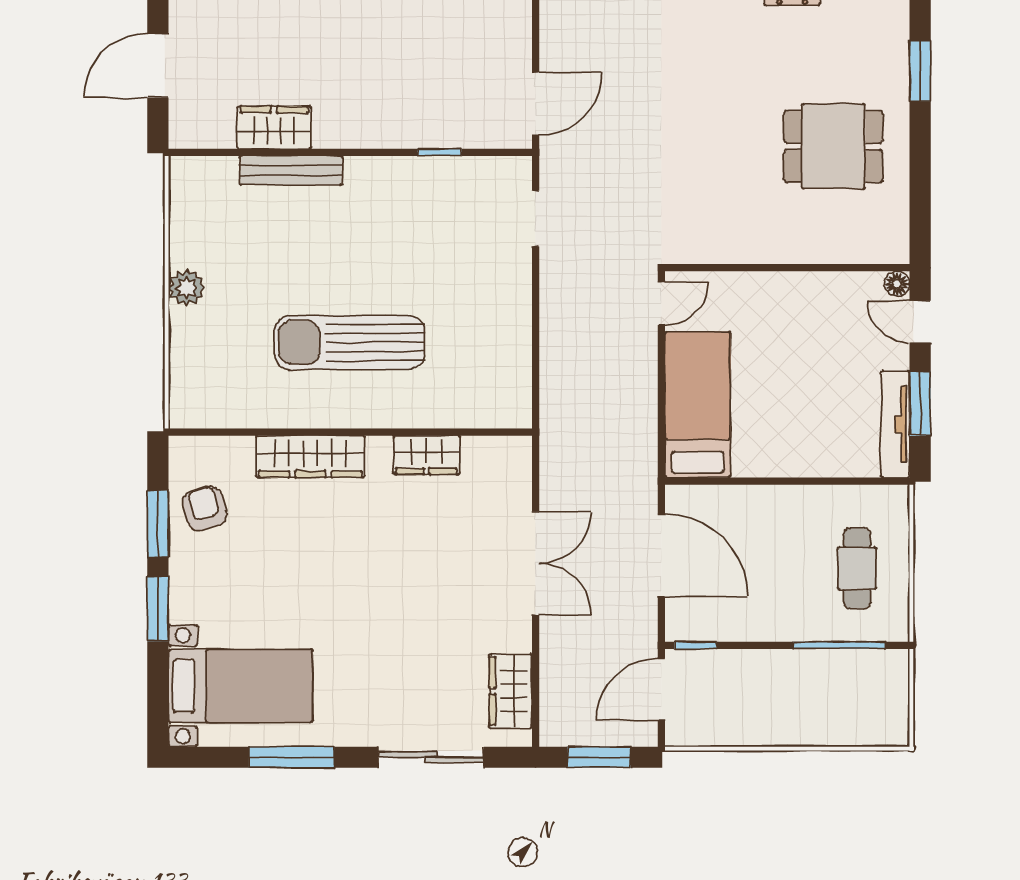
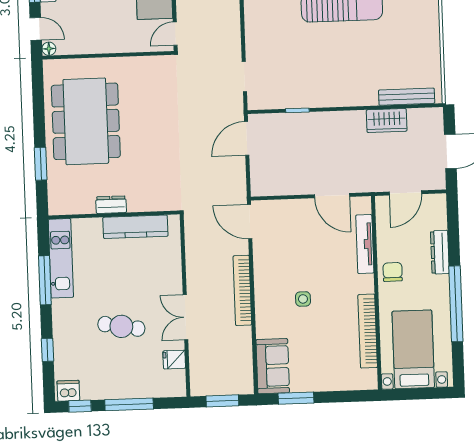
dining table: (833, 146) -> (86, 121), width x1.88, depth x1.24
bench: (291, 170) -> (407, 97), moved
plant: (187, 288) -> (431, 33), removed

